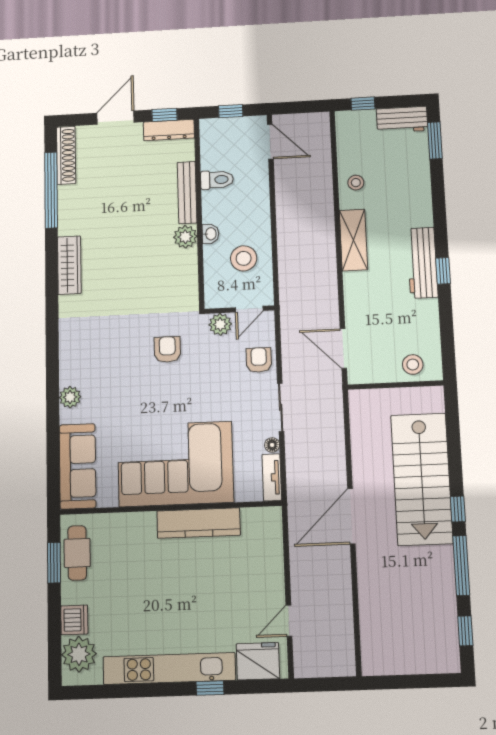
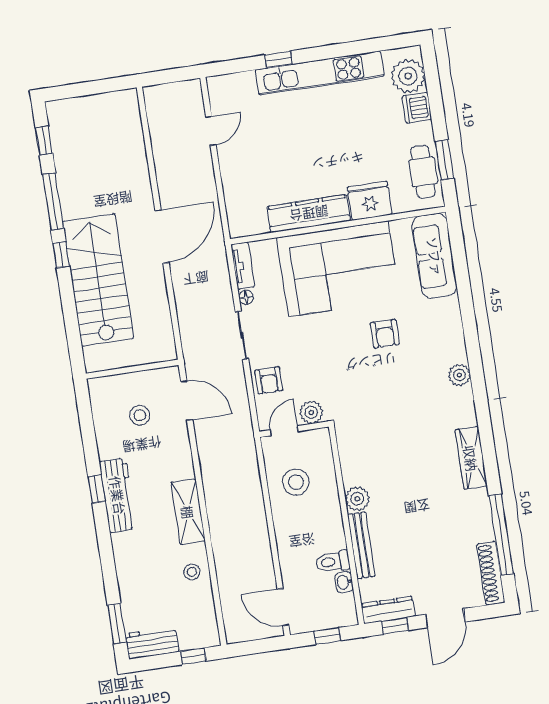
washbasin: (210, 234) -> (344, 582), moved
armchair: (167, 349) -> (385, 334), moved
stool: (413, 365) -> (140, 415), moved
plant: (70, 397) -> (459, 375), moved
fridge: (258, 661) -> (370, 201), moved, turned 180

